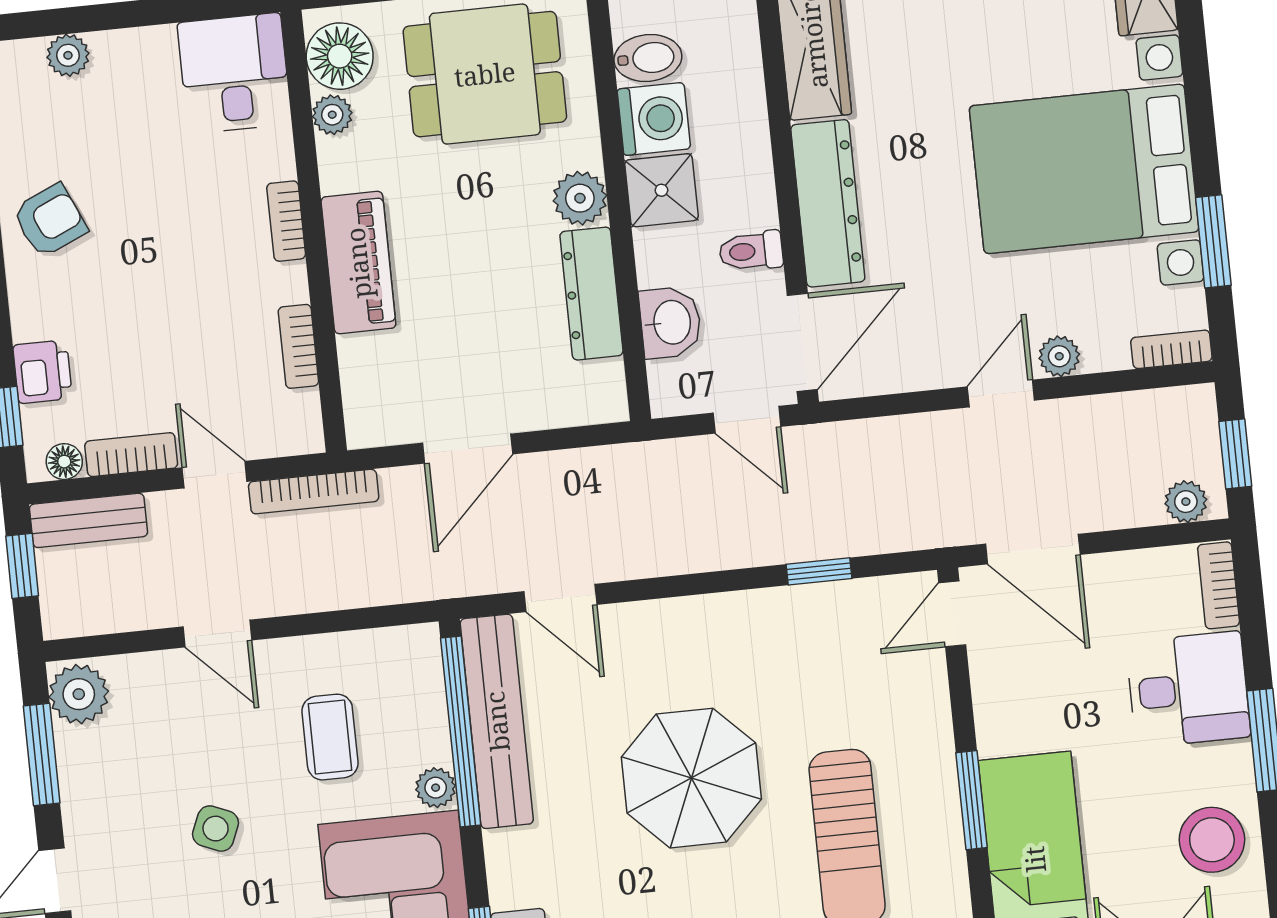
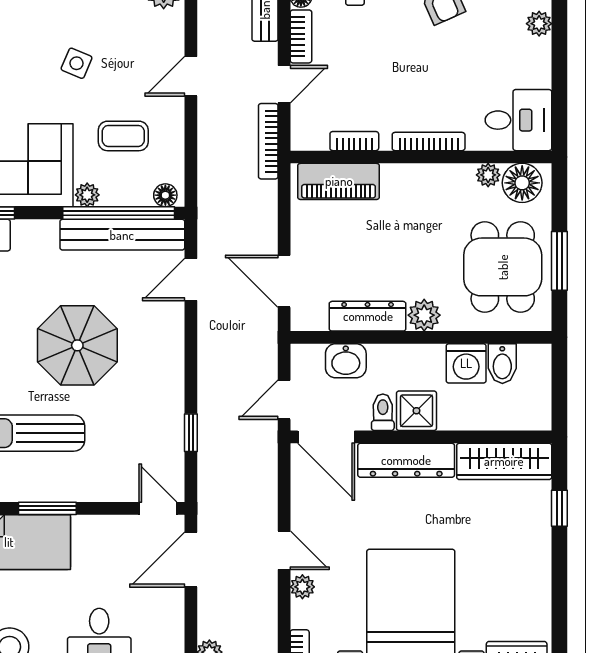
shower: (661, 190) -> (416, 411), moved
bookcase: (286, 221) -> (429, 142), width x1.56
piano: (358, 263) -> (339, 181), moved
door: (468, 449) -> (284, 281), moved
floor lamp: (423, 656) -> (165, 195), added

